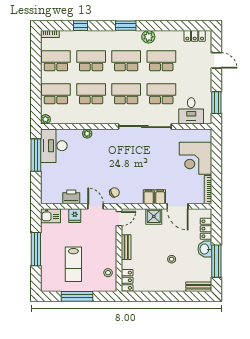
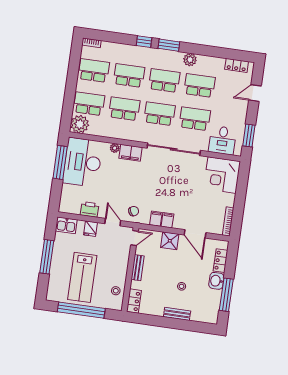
window: (80, 26) -> (144, 42), moved
door: (216, 60) -> (255, 93), swing flipped
plant: (45, 119) -> (80, 124), width x1.88, depth x1.88
filing cabinet: (103, 136) -> (131, 153), added
desk: (54, 146) -> (83, 162), width x1.36, depth x1.30
corner desk: (196, 158) -> (222, 175), moved
filing cabinet: (160, 197) -> (156, 219), moved
lab bench: (73, 264) -> (82, 277), width x1.36, depth x1.39
bench: (199, 287) -> (177, 314), moved
window: (77, 296) -> (81, 310), width x1.46

